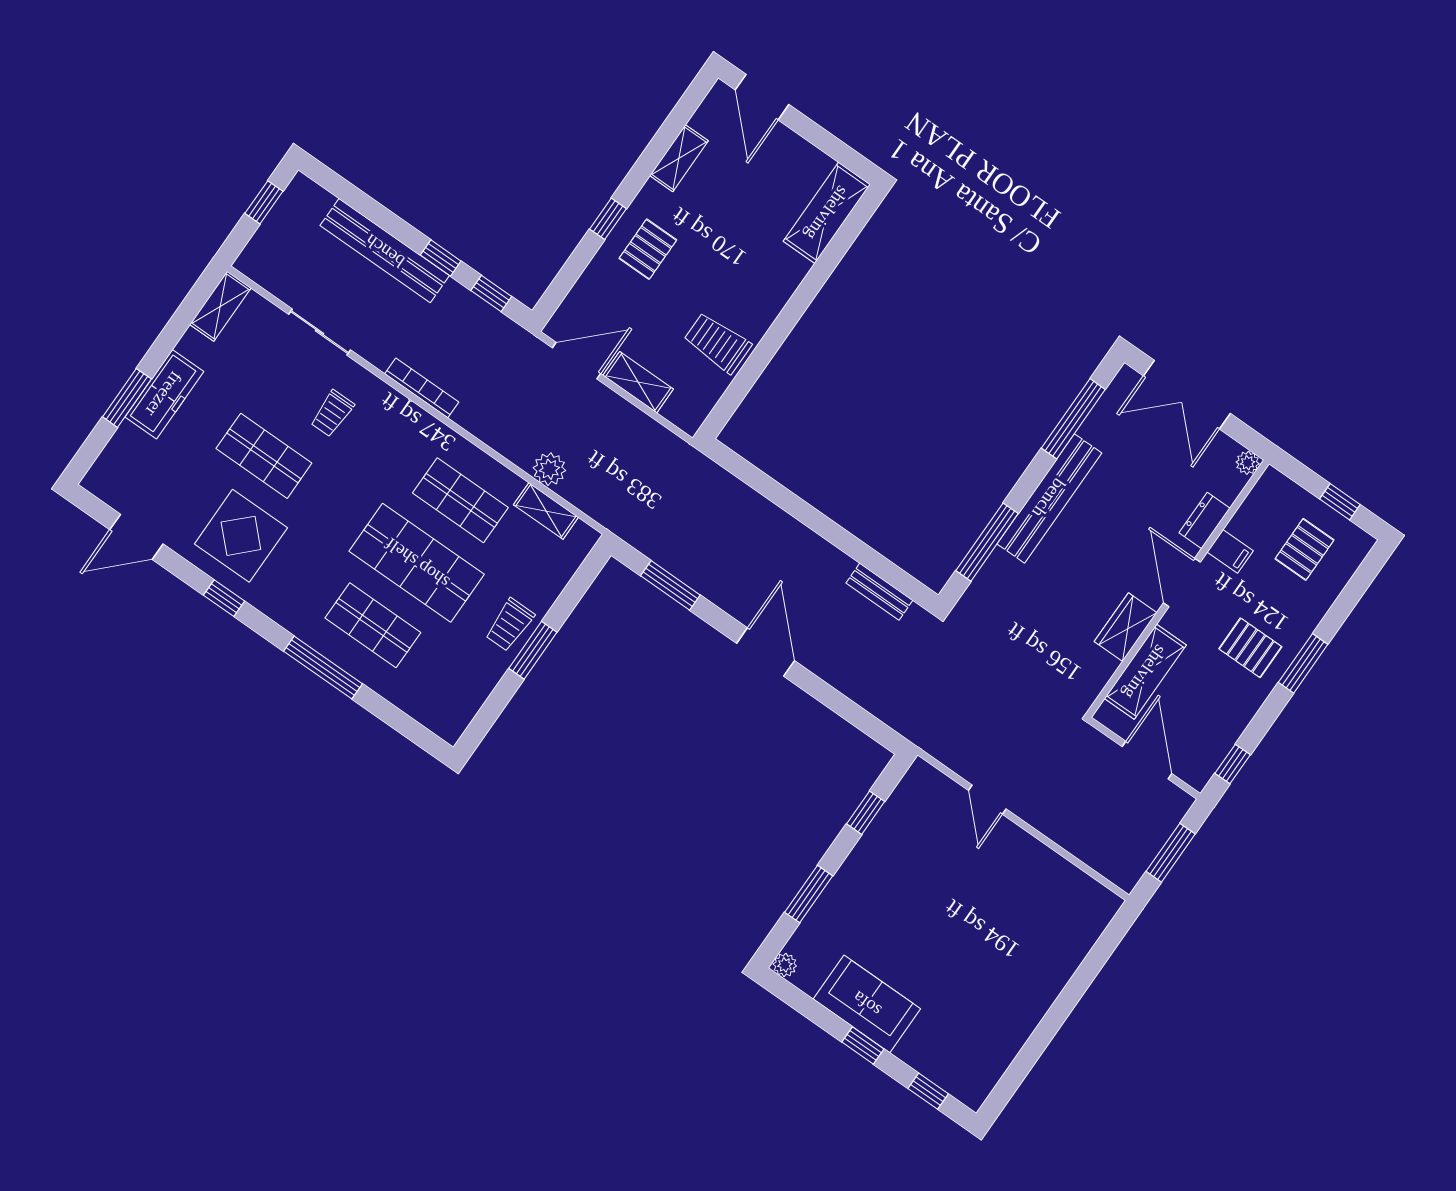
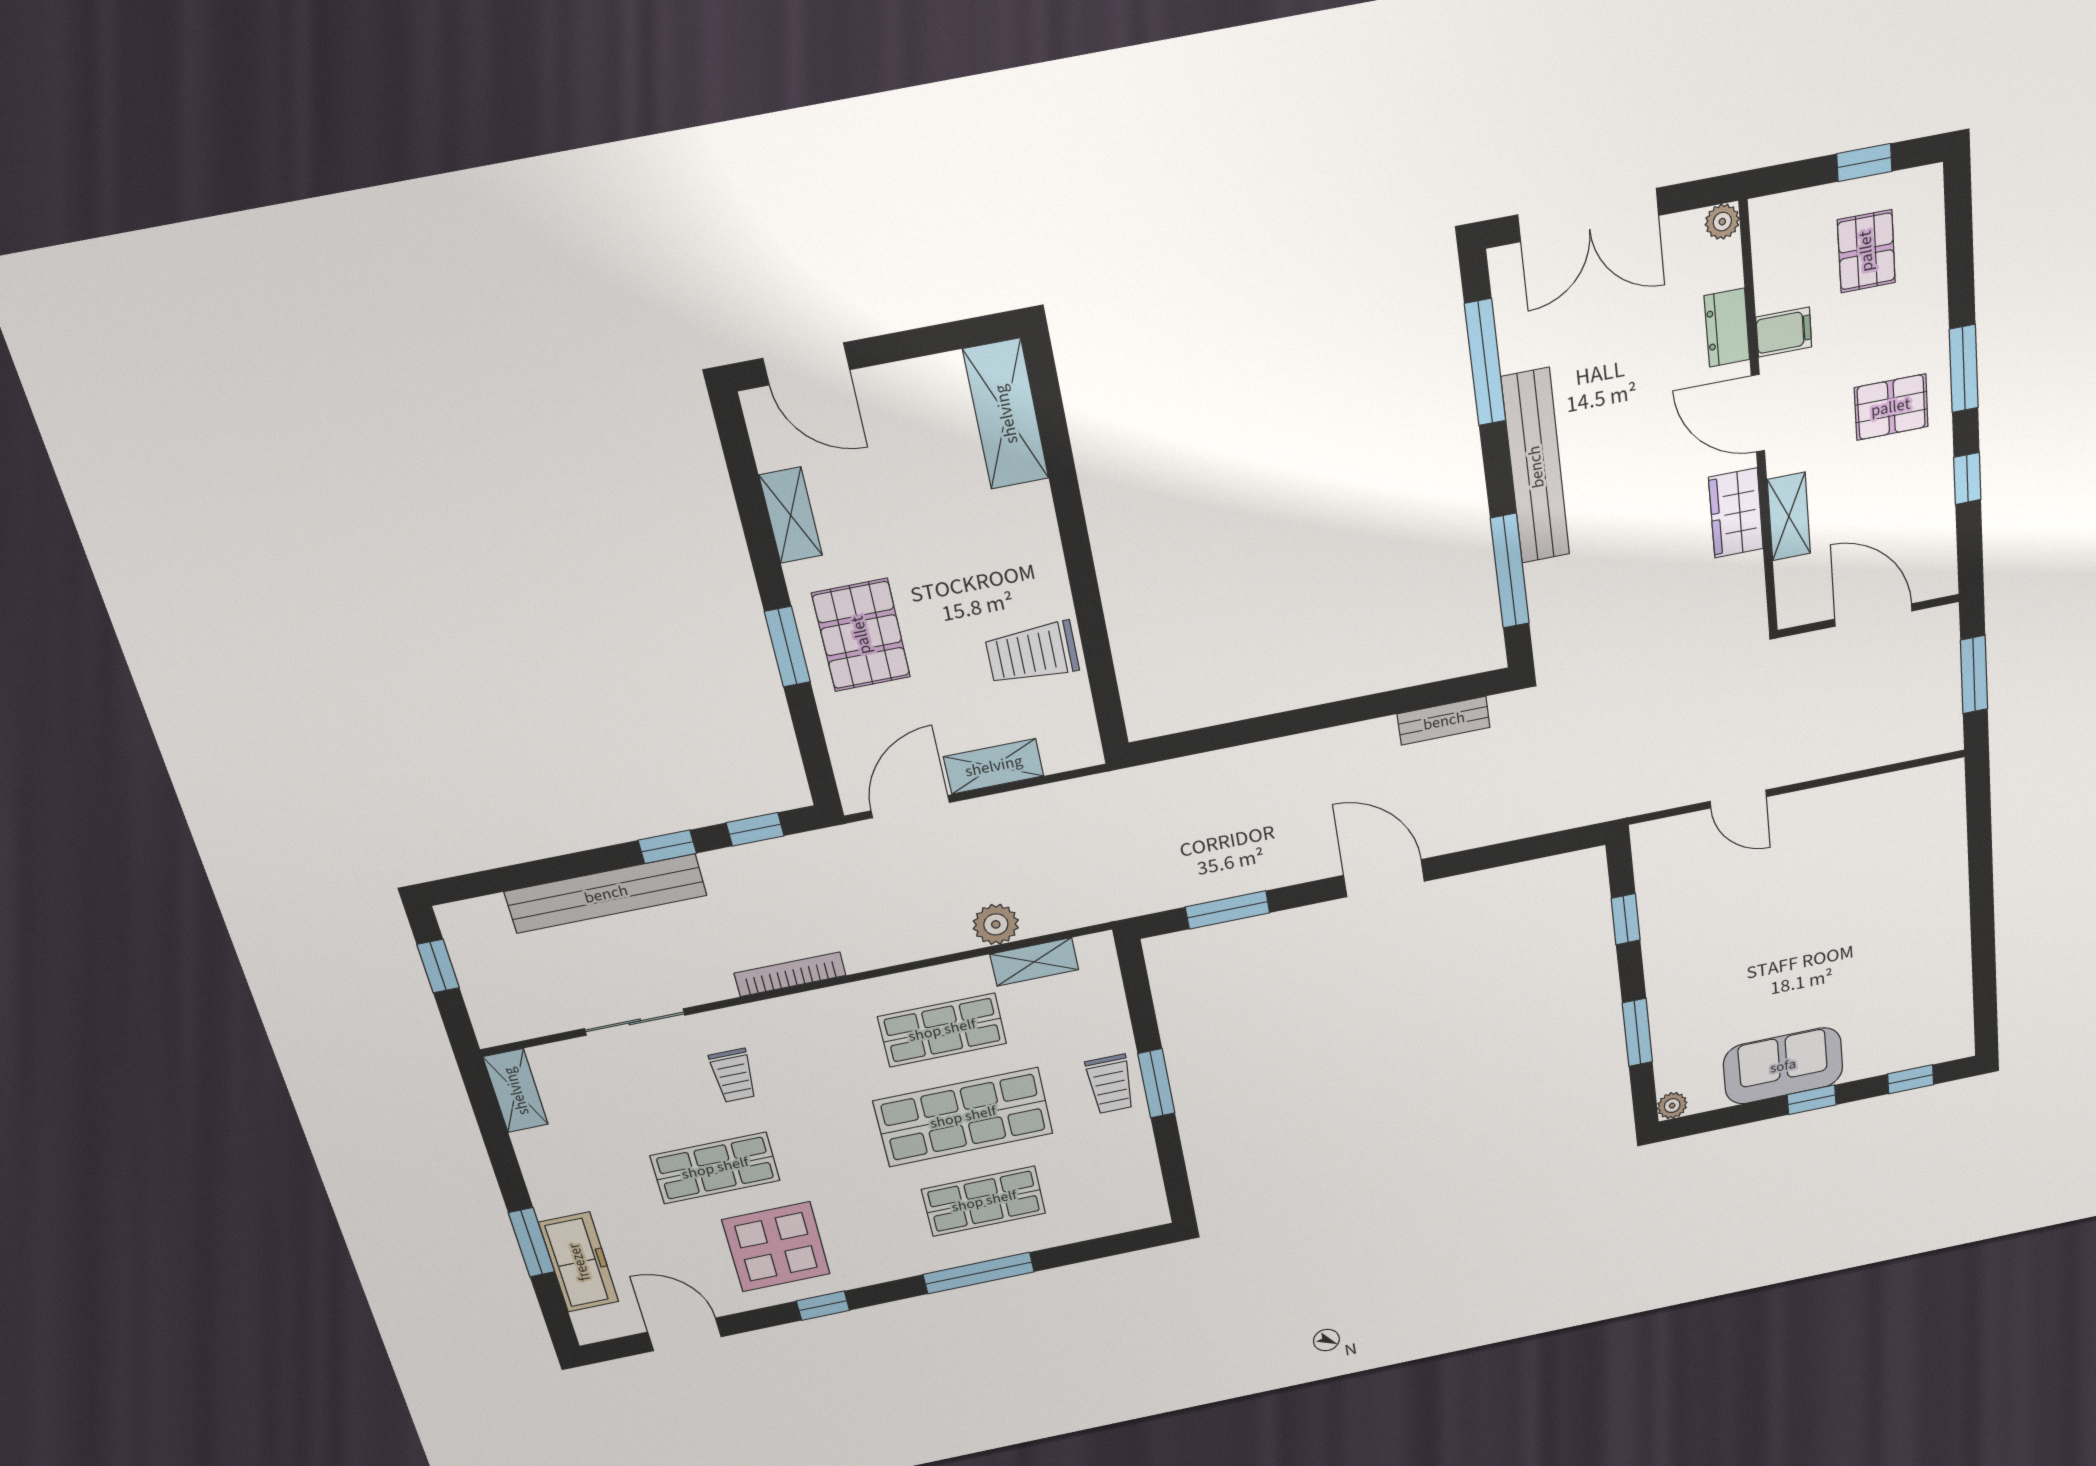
window: (608, 219) -> (787, 647), width x1.50
pallet: (648, 249) -> (861, 635), width x1.50, depth x1.42
freezer: (164, 394) -> (579, 1262), moved
door: (136, 537) -> (685, 1334), swing flipped
shelving: (1145, 672) -> (1789, 516), width x0.67, depth x0.75
window: (1233, 764) -> (1967, 479), moved

